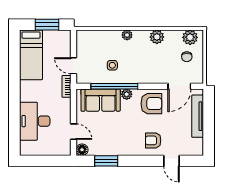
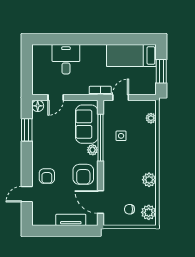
plant: (127, 35) -> (151, 118), moved
tv unit: (198, 116) -> (71, 220), width x0.71
desk: (35, 121) -> (66, 59), width x0.73
armchair: (153, 140) -> (47, 176), turned 180

